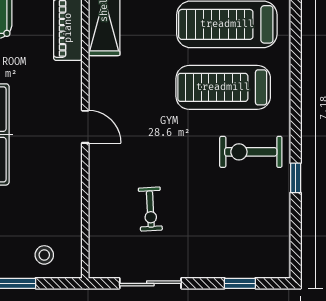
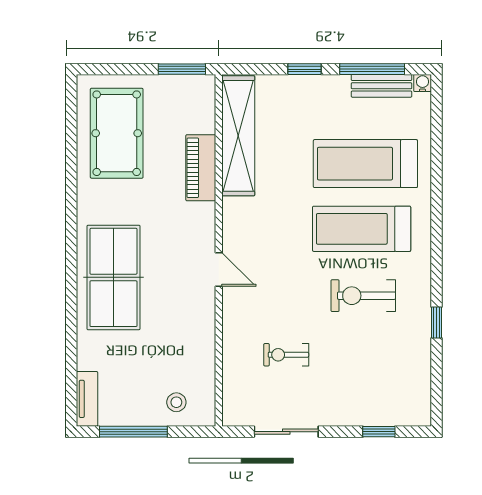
exercise bike: (251, 152) -> (363, 296), moved
exercise bike: (150, 209) -> (286, 355), turned 93

